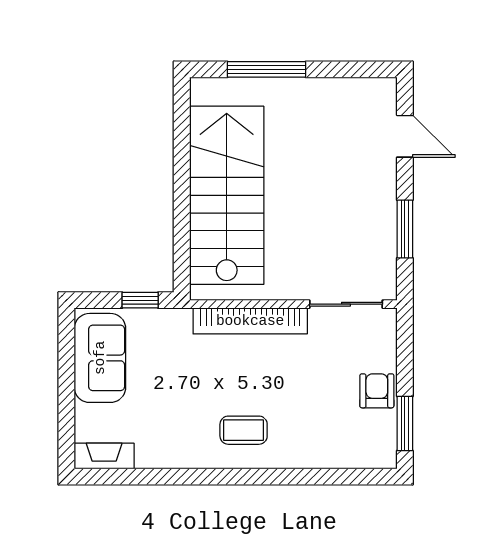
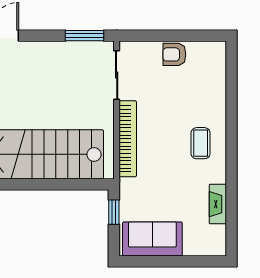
window: (405, 229) -> (84, 36), moved
window: (405, 424) -> (196, 36), removed
fireplace: (104, 456) -> (218, 204), moved

